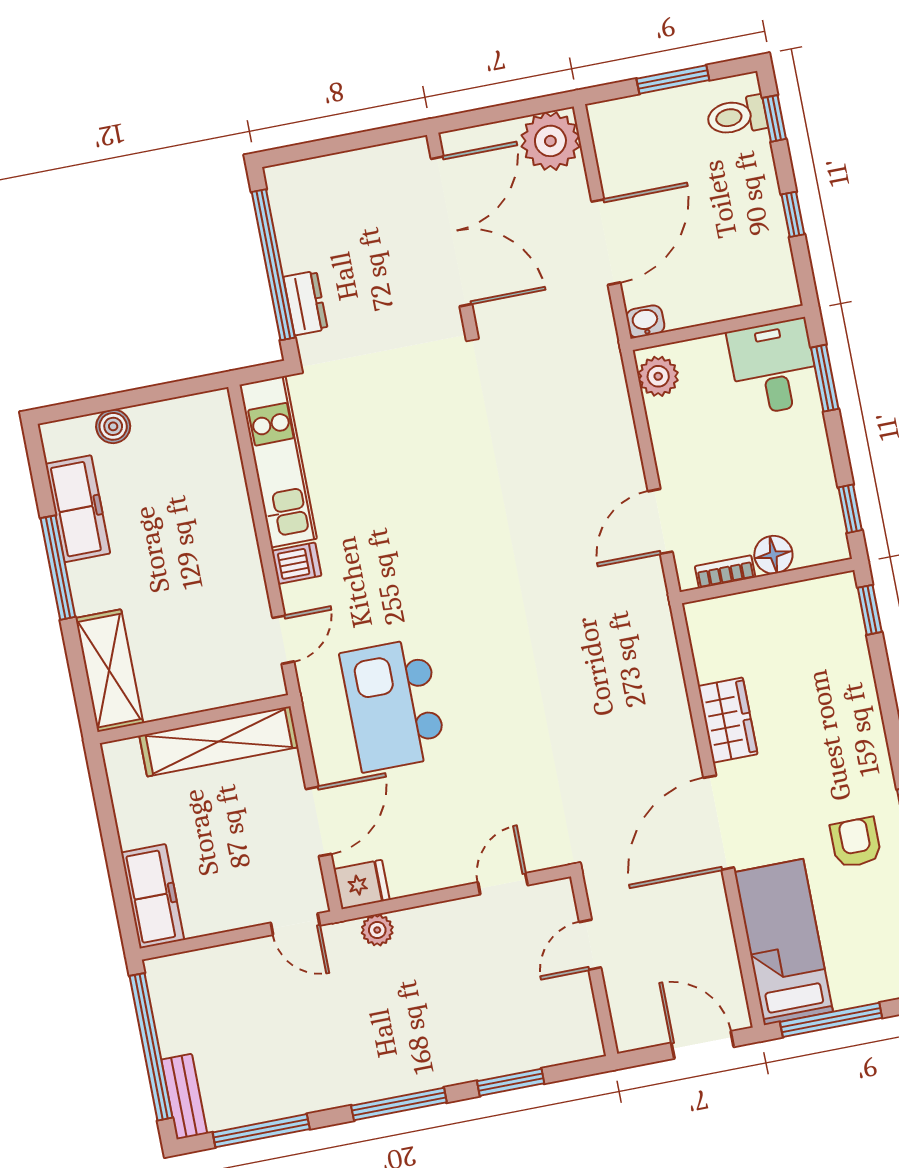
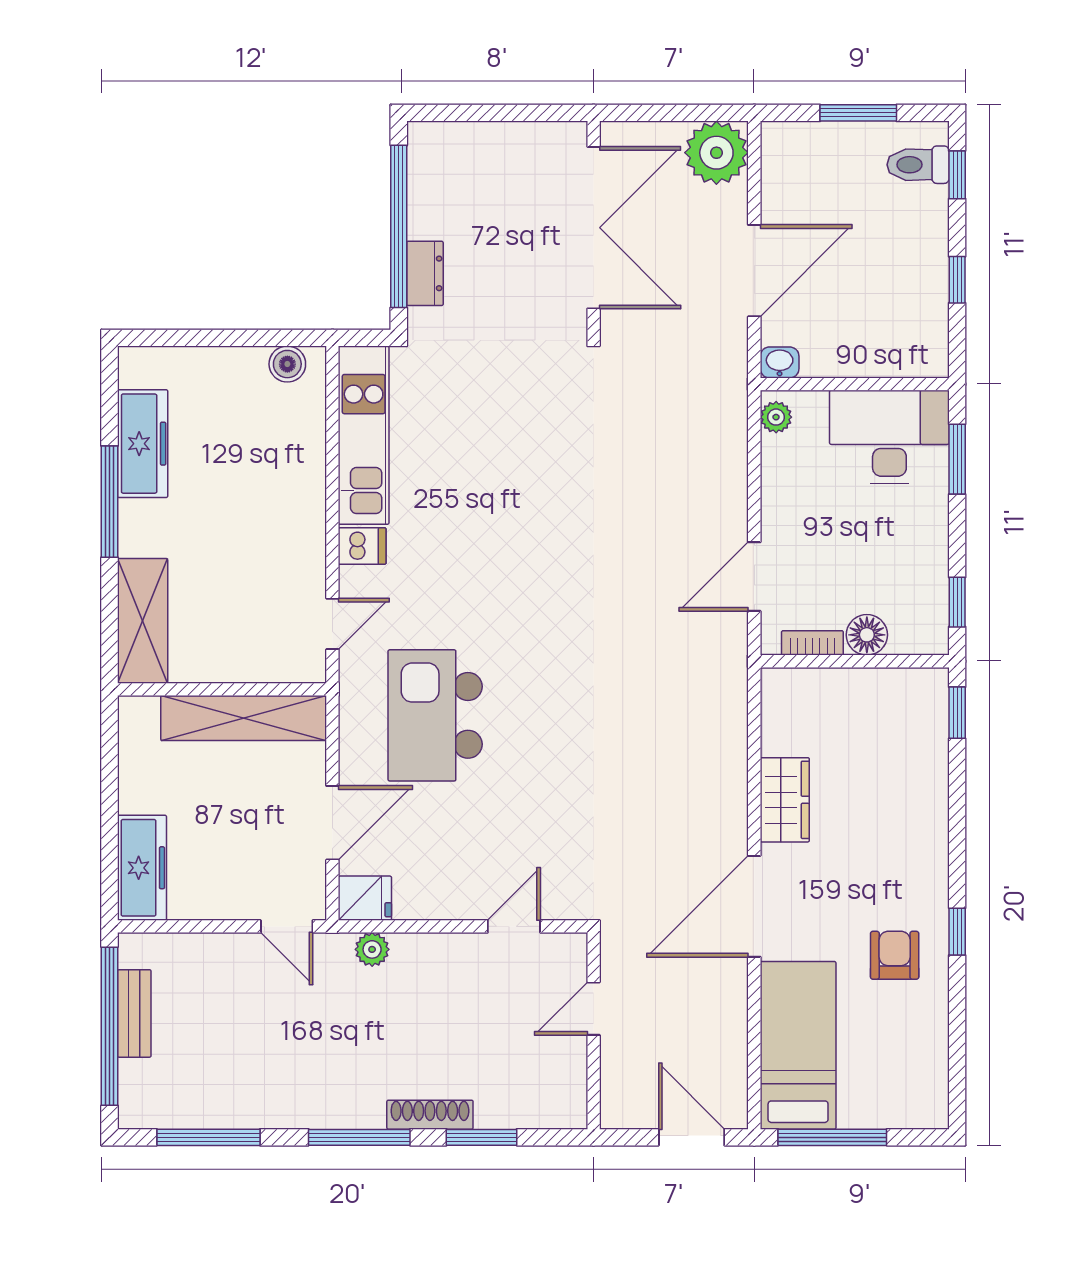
desk: (774, 367) -> (889, 437), width x1.37
plant: (658, 376) -> (776, 417), width x0.73, depth x0.73
boiler: (113, 426) -> (287, 364), moved
shoe rack: (460, 1071) -> (430, 1115), added
bench: (184, 1097) -> (134, 1013), moved

